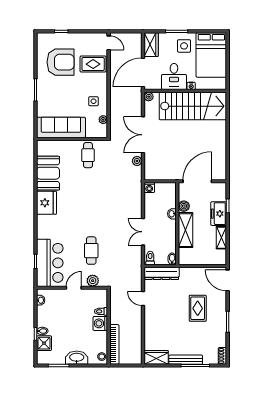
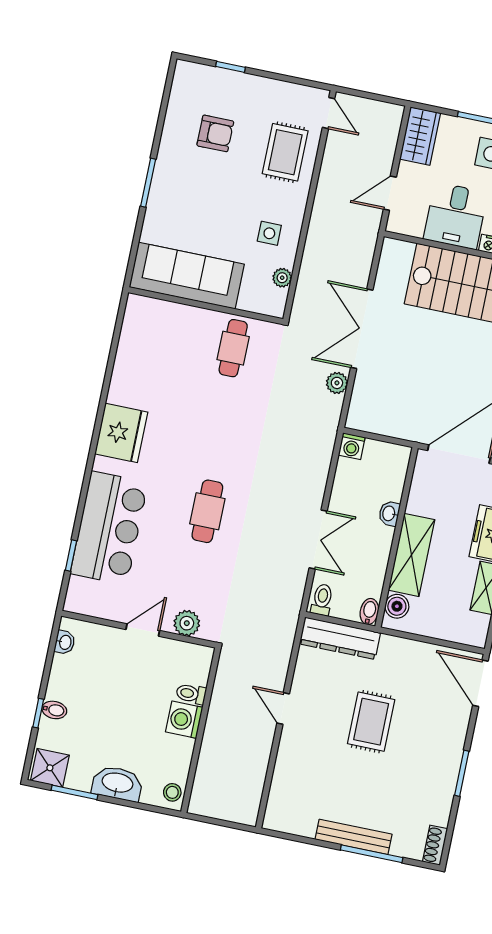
armchair: (61, 62) -> (215, 133), width x0.53, depth x0.53
rug: (93, 64) -> (285, 152), turned 90
door: (143, 73) -> (390, 193), width x0.53
plant: (149, 97) -> (392, 248), removed
booth: (48, 173) -> (138, 369), removed
boiler: (184, 206) -> (397, 606), moved
double door: (143, 232) -> (318, 540), swing flipped
cafe table: (91, 251) -> (207, 511), moved
bar counter: (50, 263) -> (109, 528), moved
door: (143, 298) -> (283, 708), moved
rug: (198, 308) -> (371, 722), moved
shower: (44, 343) -> (50, 768), moved
bookcase: (114, 344) -> (205, 772), removed
wardrobe: (156, 357) -> (290, 819), removed

